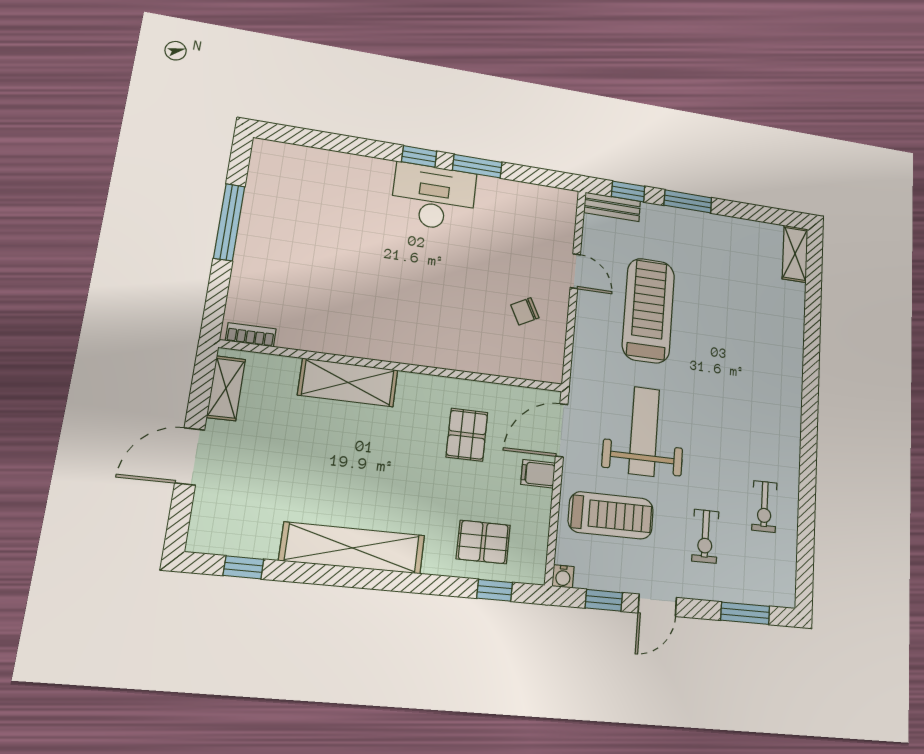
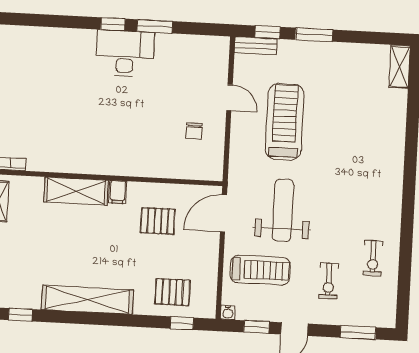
chair: (525, 311) -> (194, 131), turned -62
pallet: (467, 435) -> (158, 221), turned 90
filing cabinet: (538, 474) -> (118, 192), moved, turned -90

